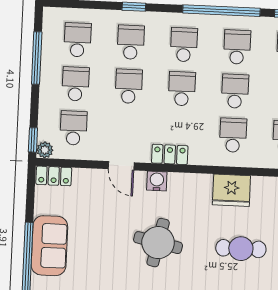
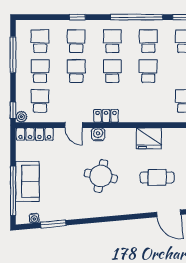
school desk: (233, 135) -> (148, 101), removed
locker: (54, 176) -> (35, 134), width x1.53

